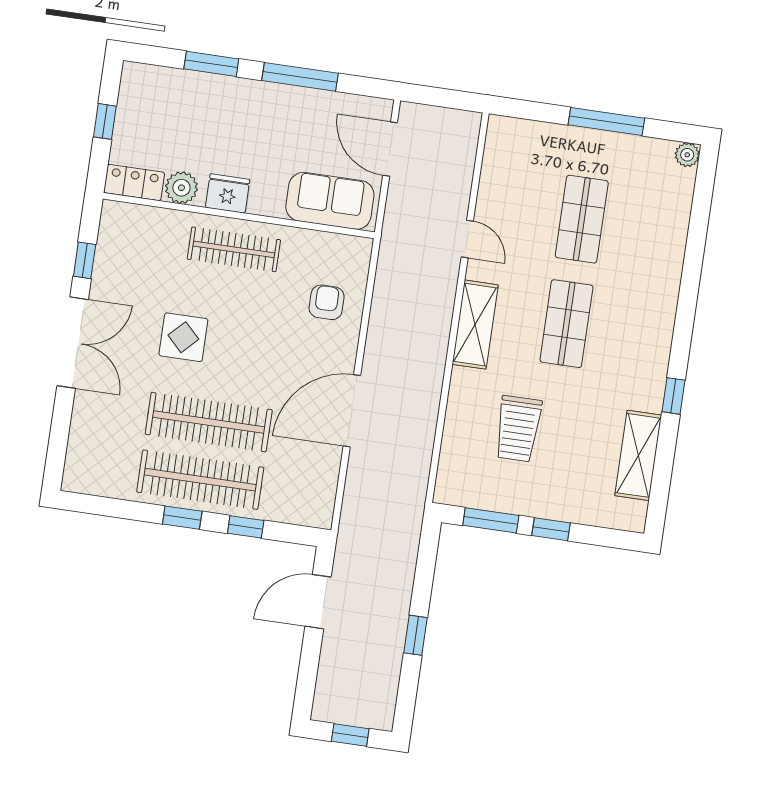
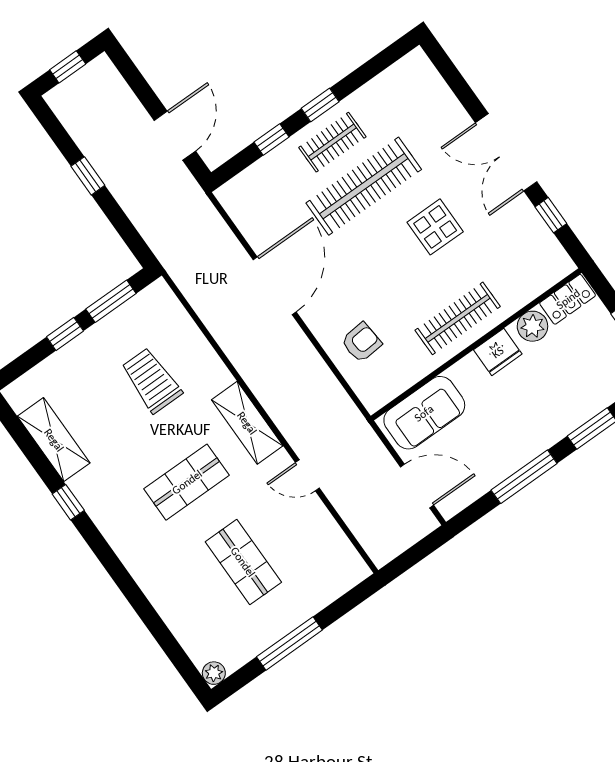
armchair: (327, 302) -> (361, 342), turned -95
shop shelf: (566, 324) -> (187, 482), turned 90
clothes rail: (200, 480) -> (332, 142), width x0.54, depth x0.76

